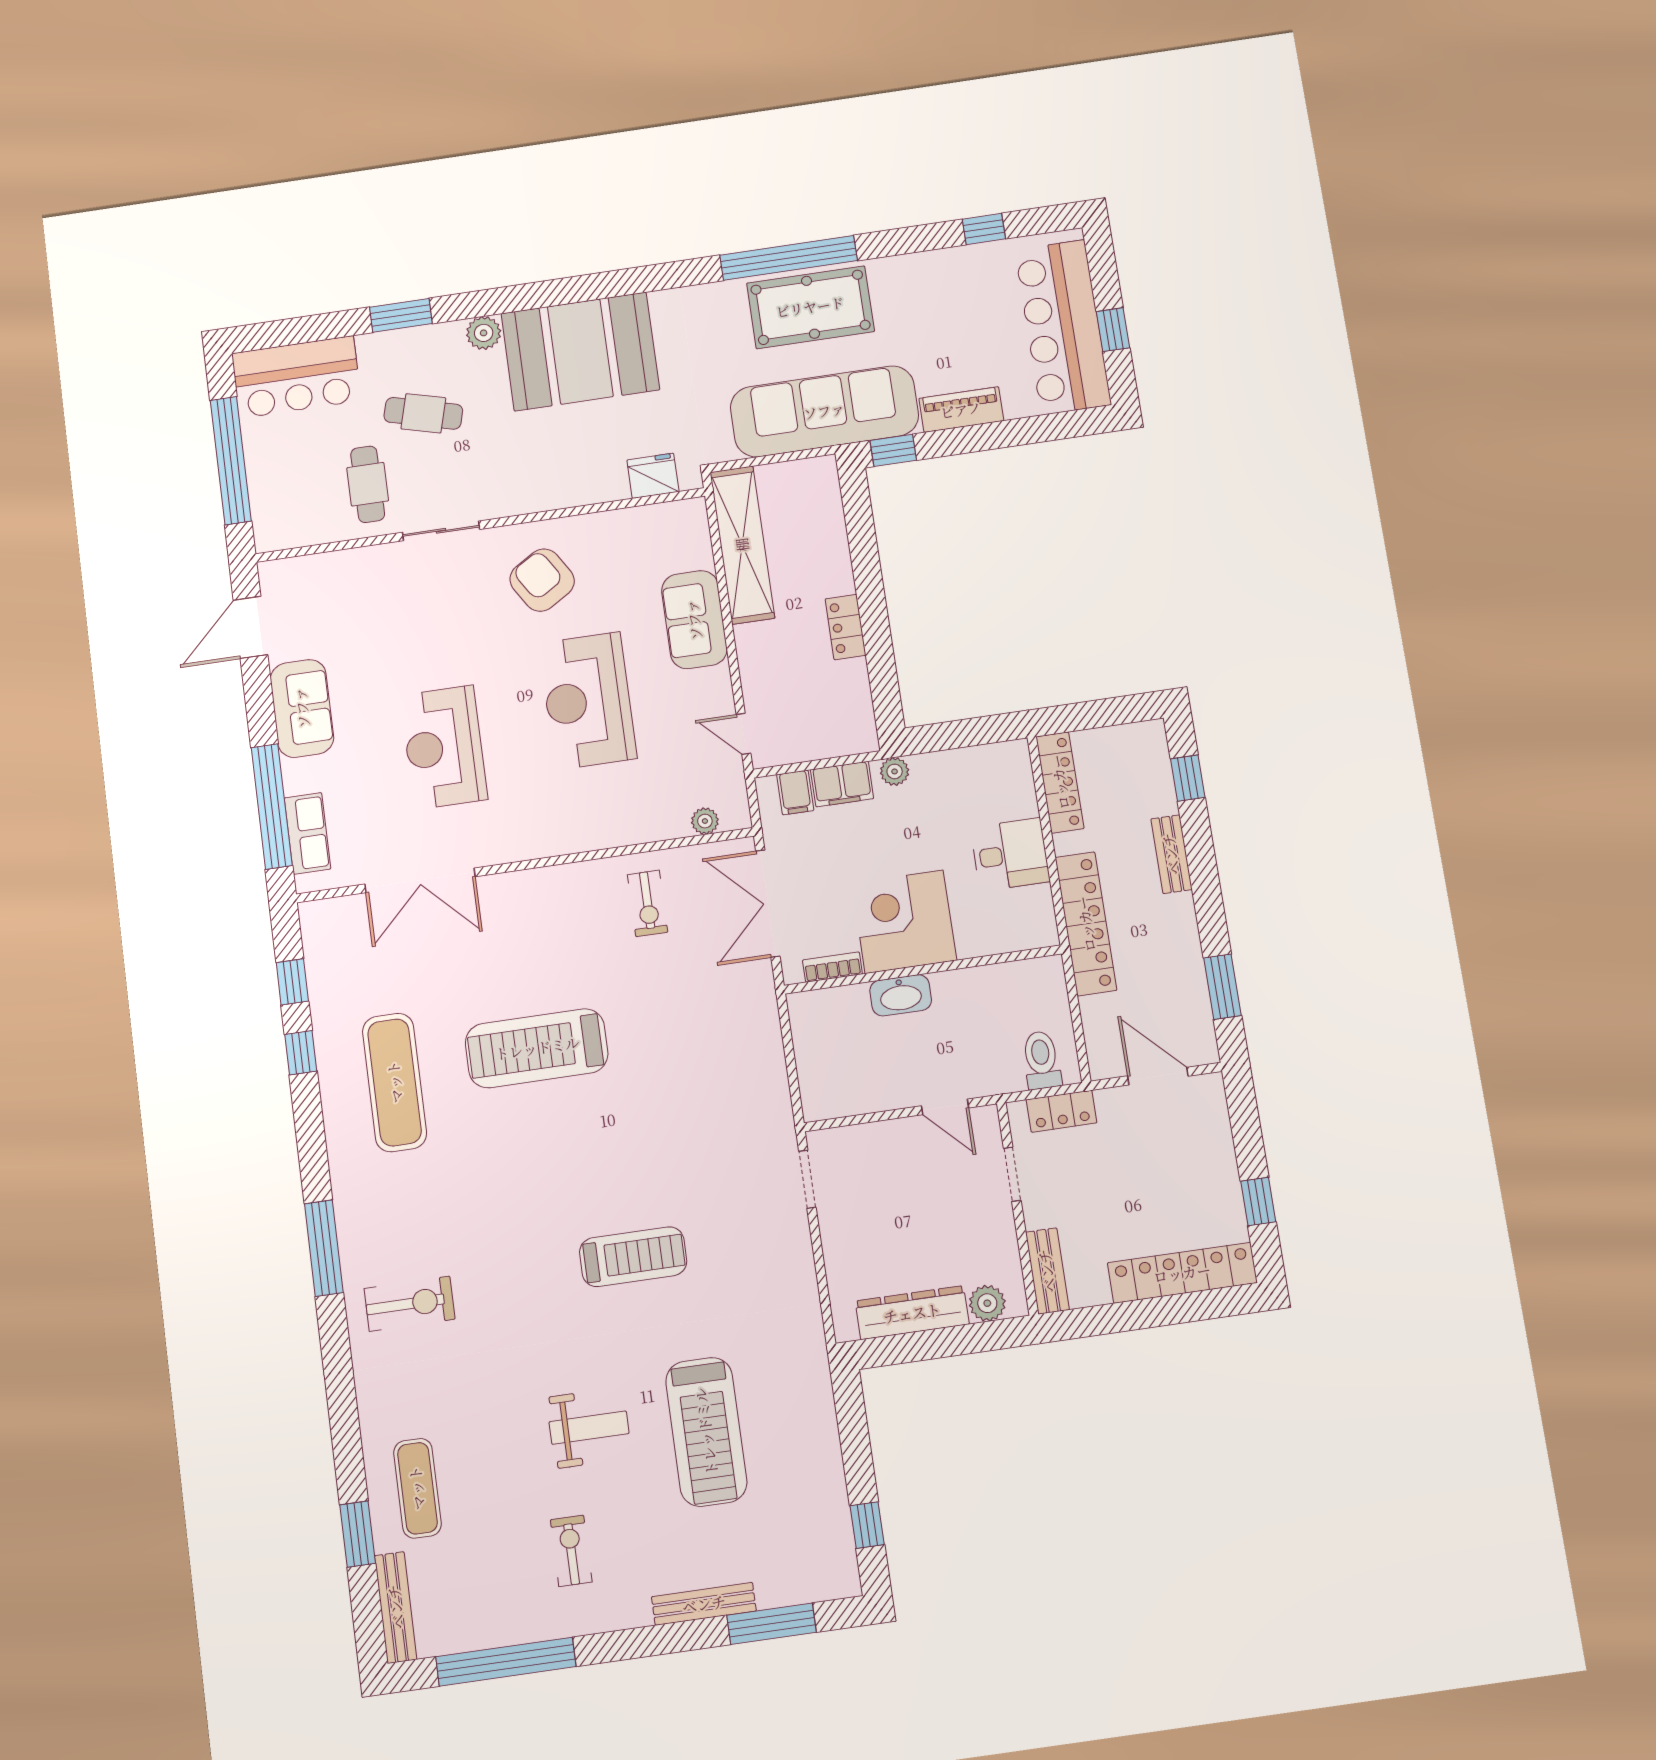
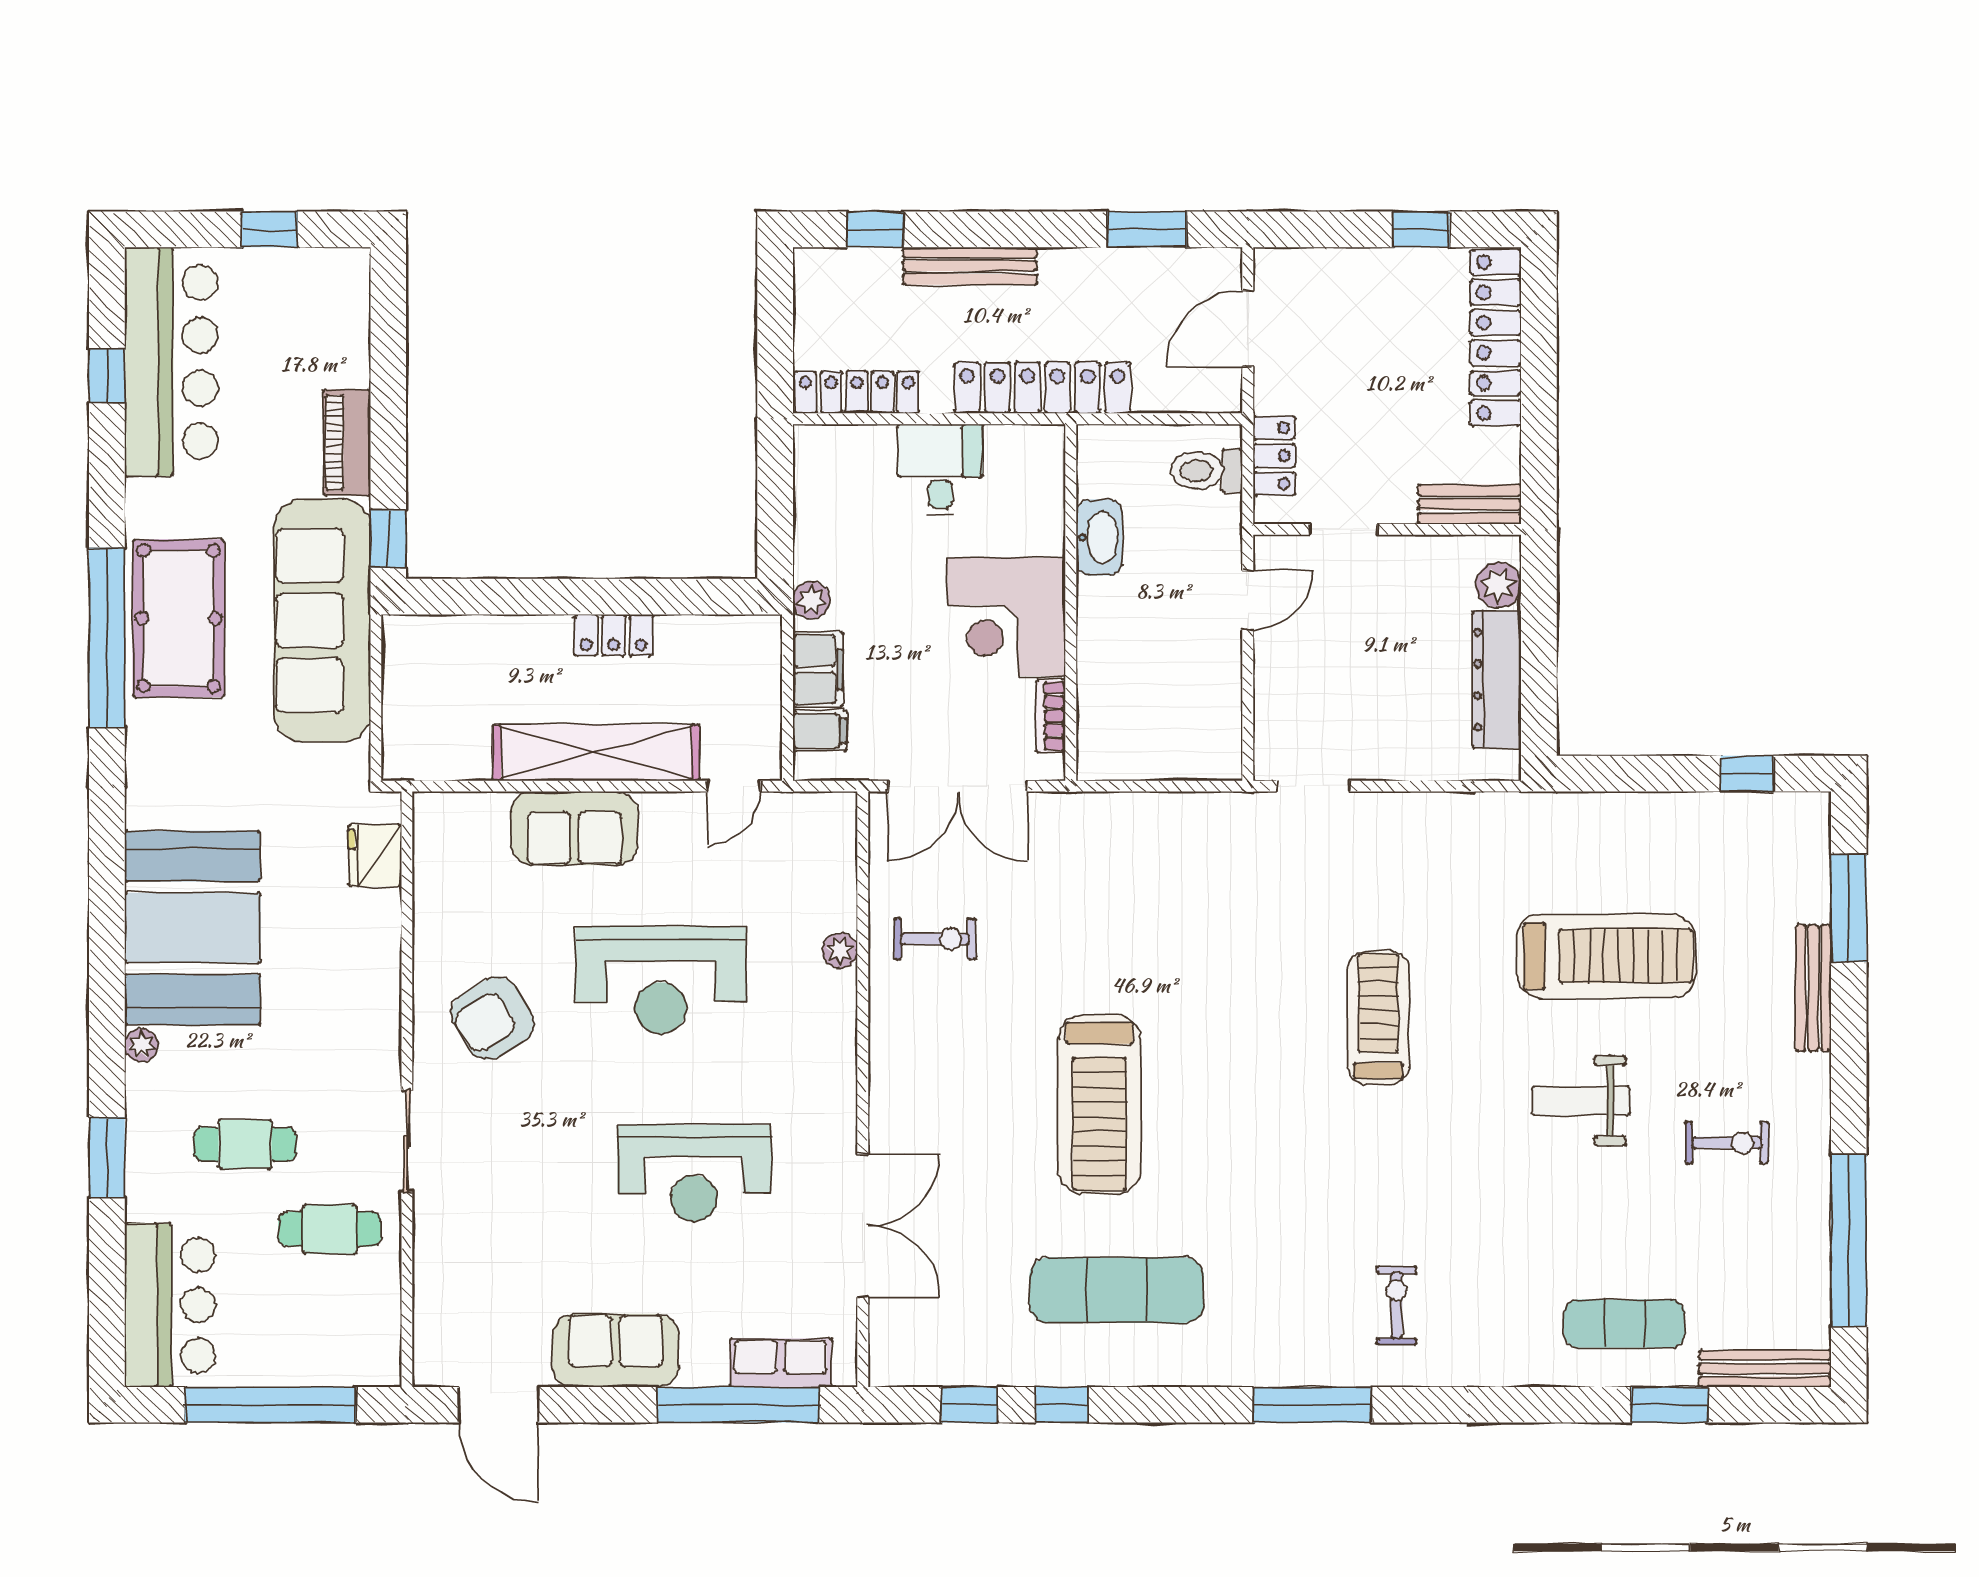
bar counter: (1063, 327) -> (171, 362), moved, turned -90
plant: (484, 333) -> (141, 1045), width x0.73, depth x0.73
cafe table: (423, 413) -> (245, 1144), turned 75
shelving: (742, 545) -> (596, 753), moved
plant: (705, 821) -> (840, 950), moved
bench: (1171, 854) -> (970, 266), width x1.36
washbasin: (901, 995) -> (1099, 537), moved
exercise bike: (410, 1304) -> (1397, 1305), width x0.73, depth x0.72
weight bench: (589, 1428) -> (1581, 1101), turned -90
exercise bike: (571, 1551) -> (1727, 1143), turned 180

